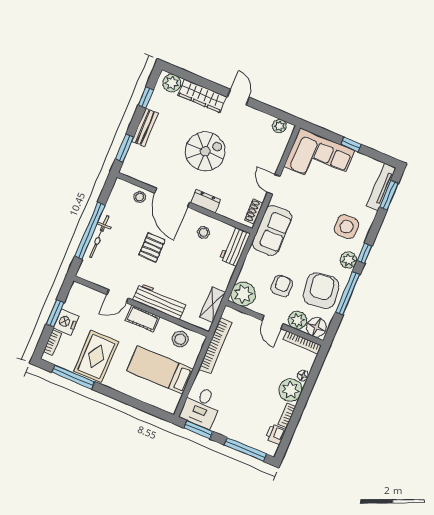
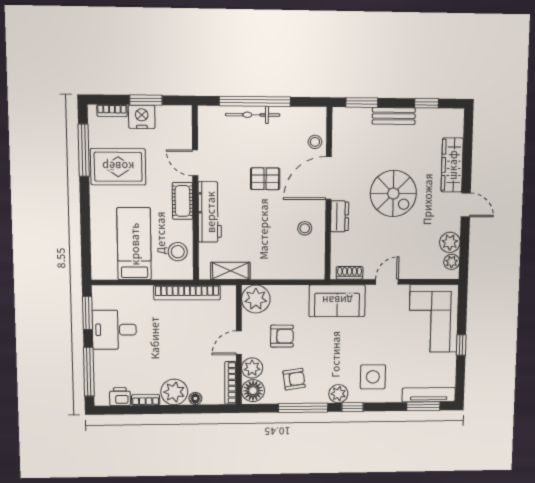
plant: (172, 83) -> (450, 242), moved
door: (238, 97) -> (466, 205), hinge flipped
workbench: (235, 246) -> (304, 268), removed
armchair: (321, 291) -> (294, 379), width x0.53, depth x0.53
desk: (201, 407) -> (114, 330), moved

